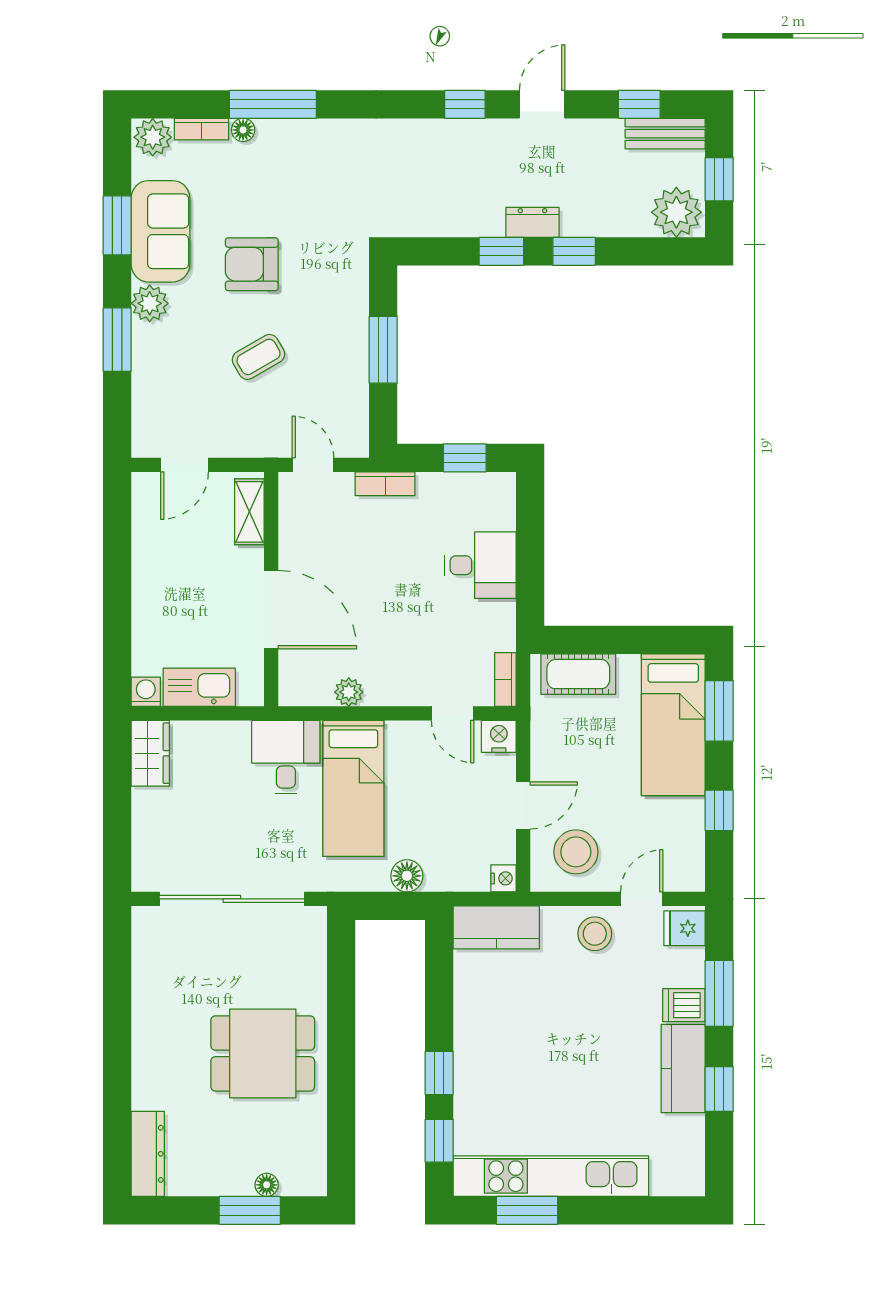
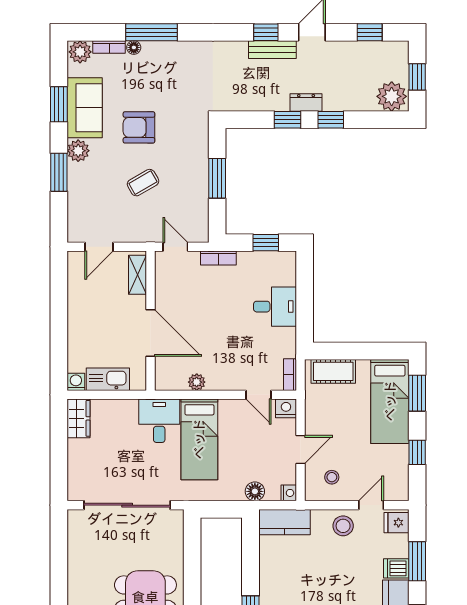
bench: (665, 134) -> (272, 50), moved
stool: (576, 852) -> (332, 477), width x0.53, depth x0.53
floor lamp: (407, 876) -> (255, 491), moved

